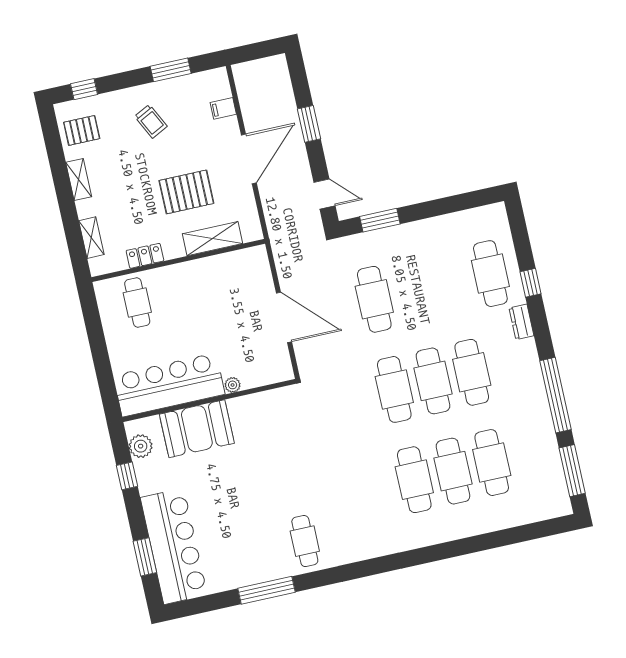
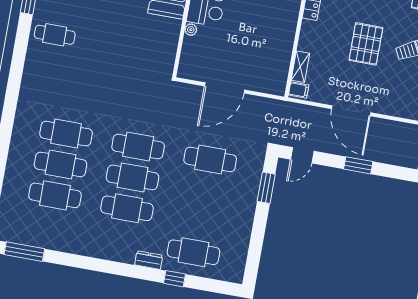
filing cabinet: (223, 108) -> (299, 90), moved, turned 90
pallet: (186, 192) -> (366, 44), moved
shelving: (213, 239) -> (300, 67), width x0.67, depth x0.75
window: (555, 395) -> (85, 263), removed

